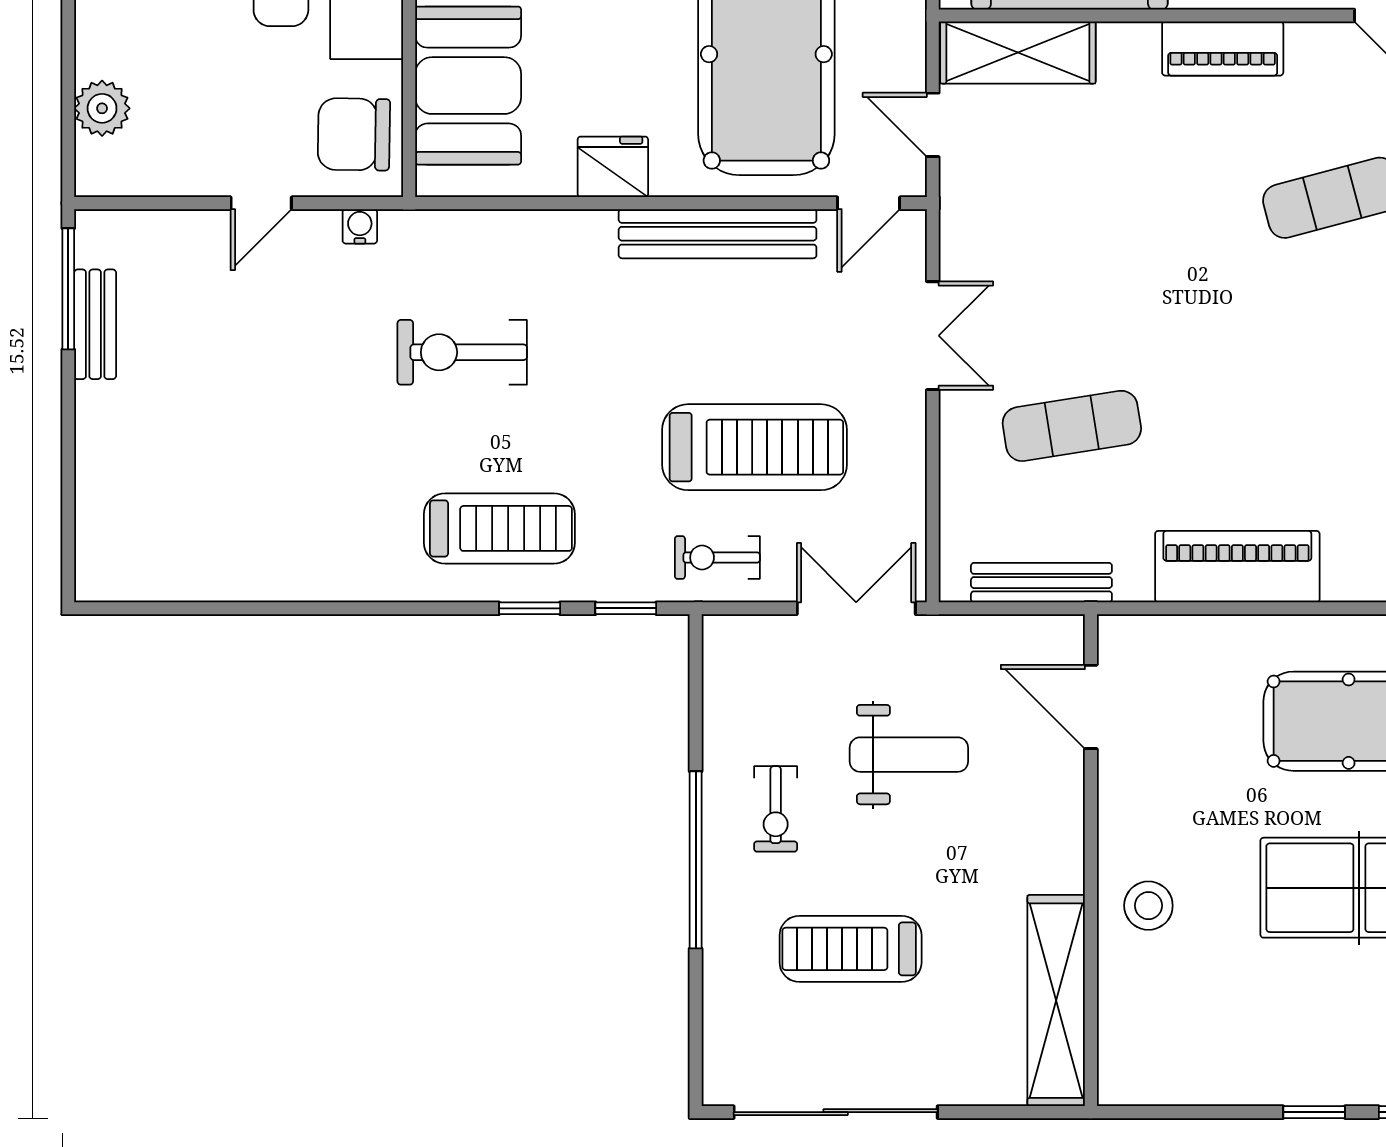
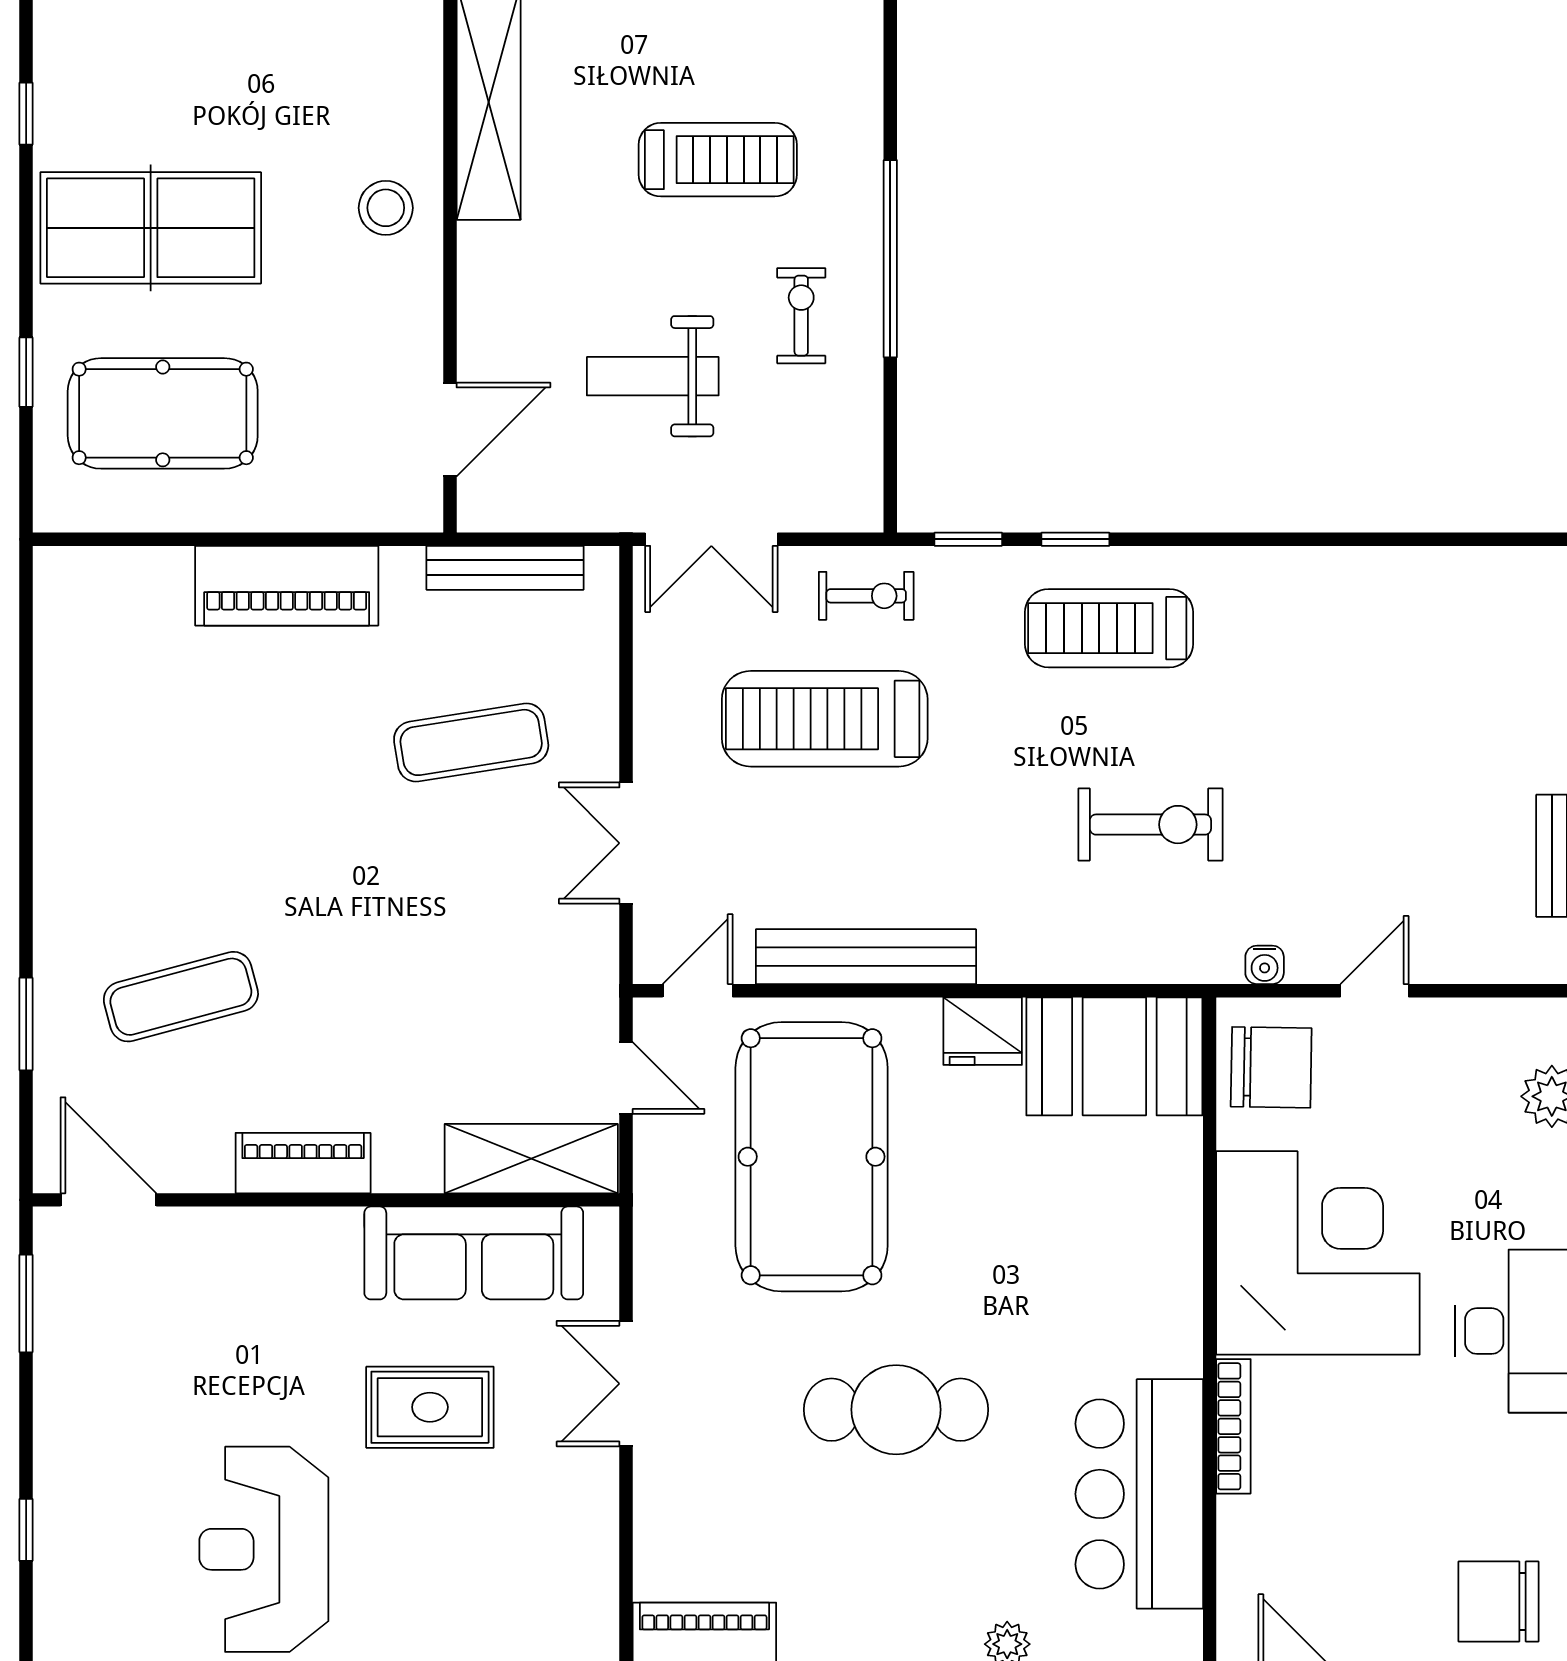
booth: (468, 86) -> (1114, 1056), moved, turned 90
door: (1091, 707) -> (450, 429), hinge flipped

